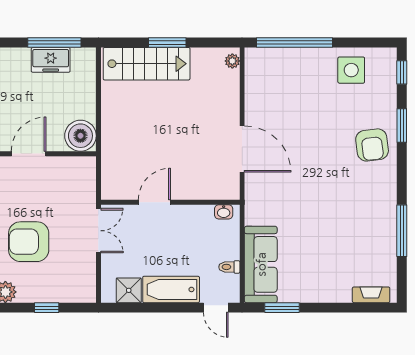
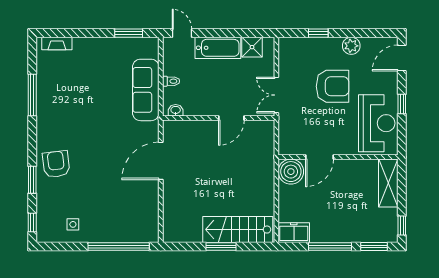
window: (54, 43) -> (330, 247), moved
freezer: (51, 60) -> (294, 233), moved
plant: (232, 61) -> (169, 232), removed
side table: (351, 70) -> (73, 224), width x0.54, depth x0.54
door: (242, 149) -> (161, 161), hinge flipped
door: (29, 154) -> (319, 157), moved
sofa: (261, 264) -> (146, 90), moved
toilet: (229, 267) -> (171, 81), moved

